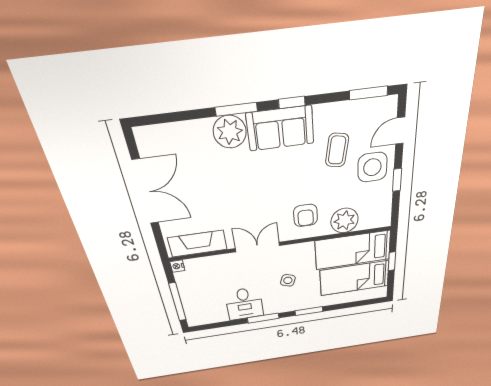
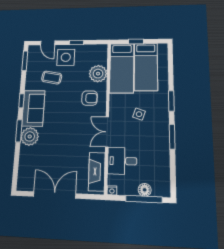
floor lamp: (189, 301) -> (145, 190), added
desk: (244, 304) -> (122, 161), moved, turned 180

